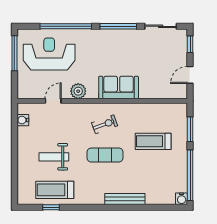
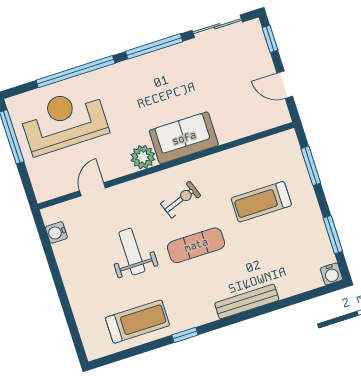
door: (190, 75) -> (285, 85), hinge flipped
plant: (78, 91) -> (143, 157), moved
weight bench: (54, 157) -> (132, 252), moved, turned 90
window: (190, 175) -> (333, 235), width x0.47
treadmill: (55, 190) -> (138, 322), turned 180
window: (51, 207) -> (185, 335), moved

